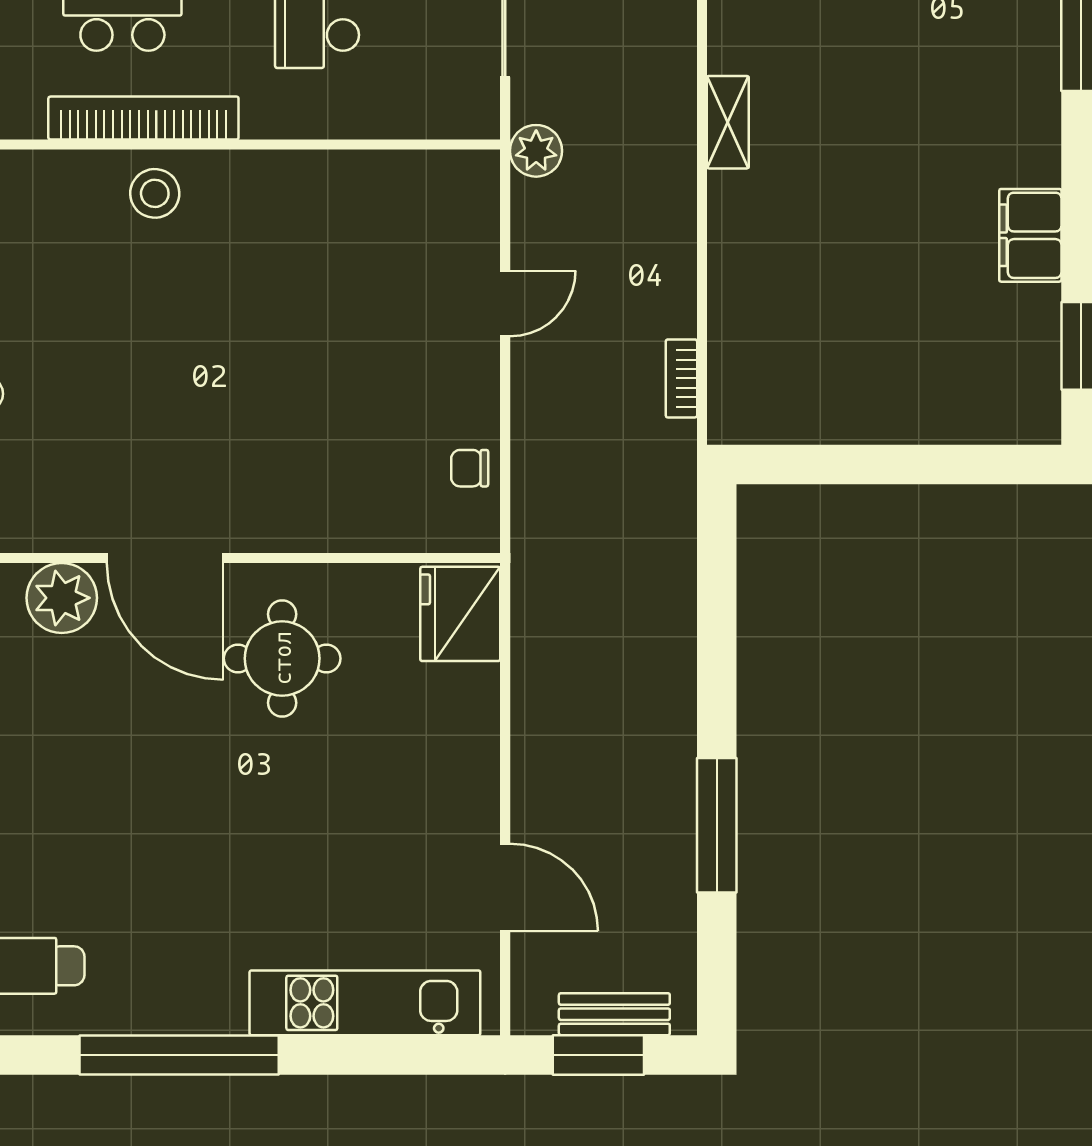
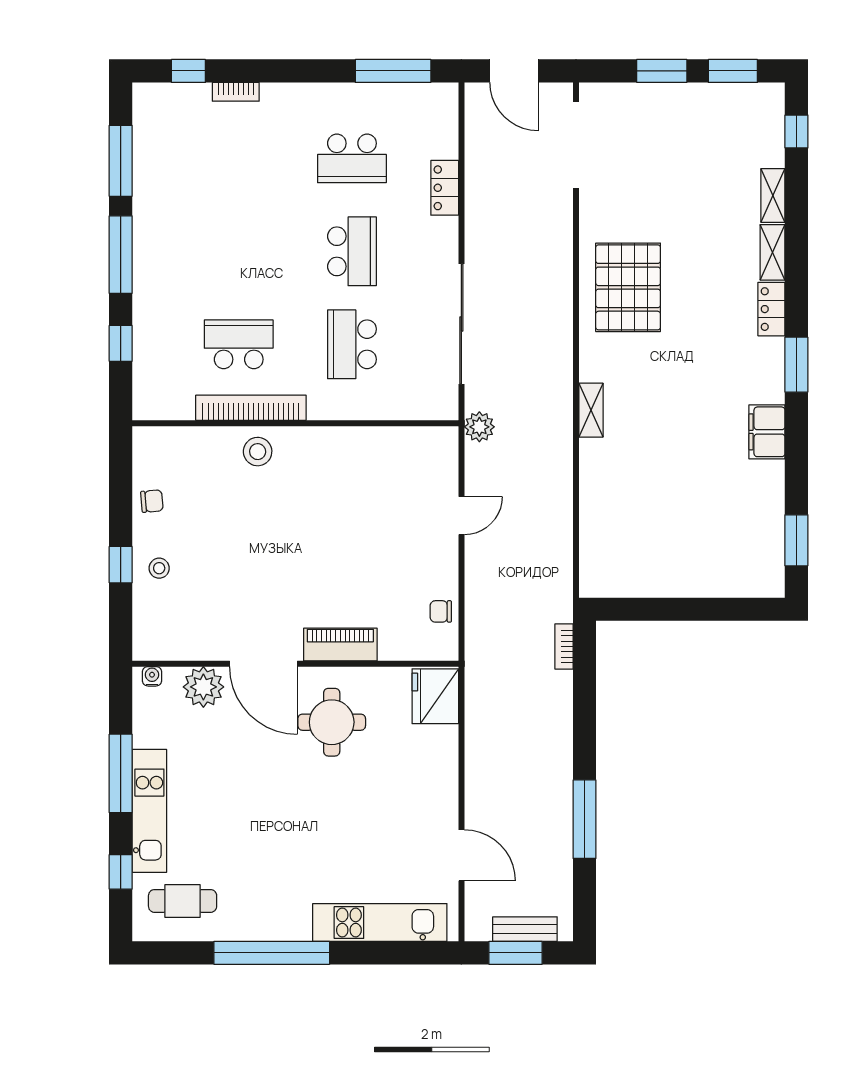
filing cabinet: (1030, 235) -> (767, 432), moved
bookcase: (681, 378) -> (564, 647), moved
piano: (297, 525) -> (340, 644), added

